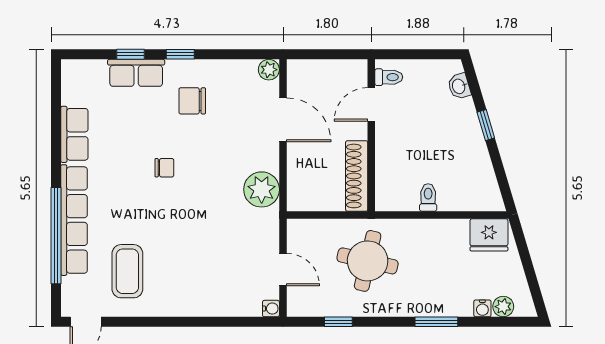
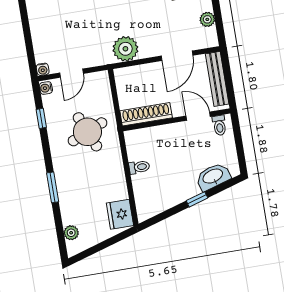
plant: (269, 70) -> (207, 19), moved
bench: (324, 70) -> (217, 79), added
washbasin: (459, 86) -> (213, 177), width x1.91, depth x1.45
round table: (368, 261) -> (87, 132), turned -36
water cooler: (482, 308) -> (46, 88), moved

